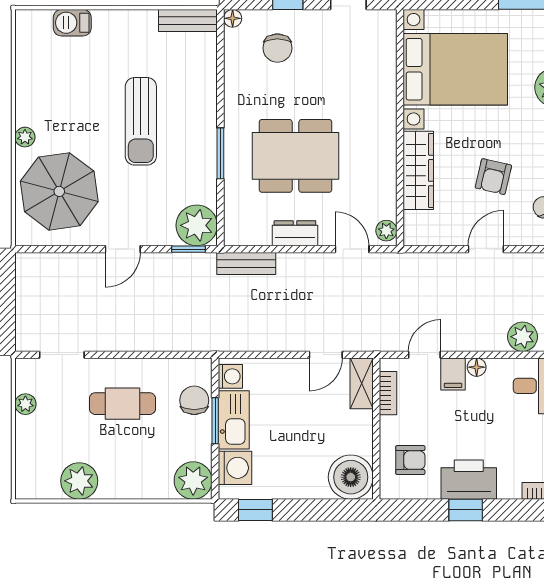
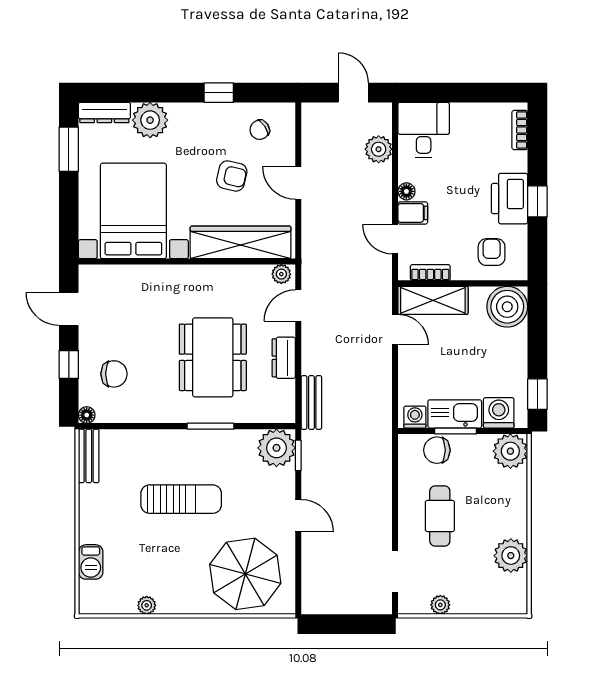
plant: (25, 137) -> (147, 605), moved
wardrobe: (418, 170) -> (241, 242), width x1.40, depth x1.17
shelving: (362, 383) -> (433, 300), width x1.50, depth x1.33

